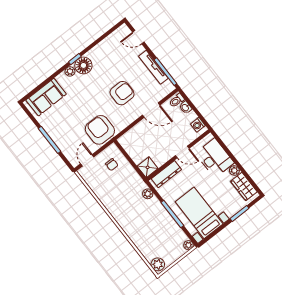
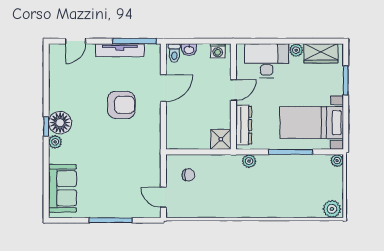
armchair: (122, 93) -> (121, 105), turned 90
armchair: (100, 130) -> (142, 159), removed

